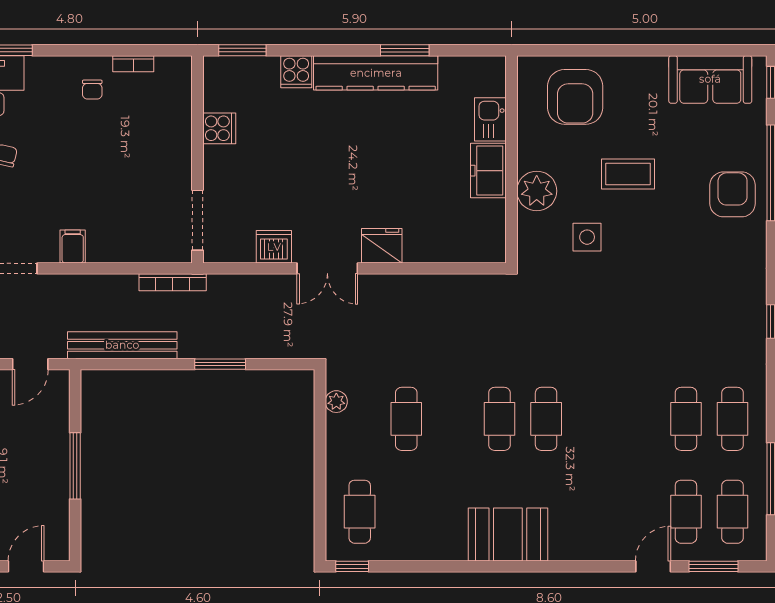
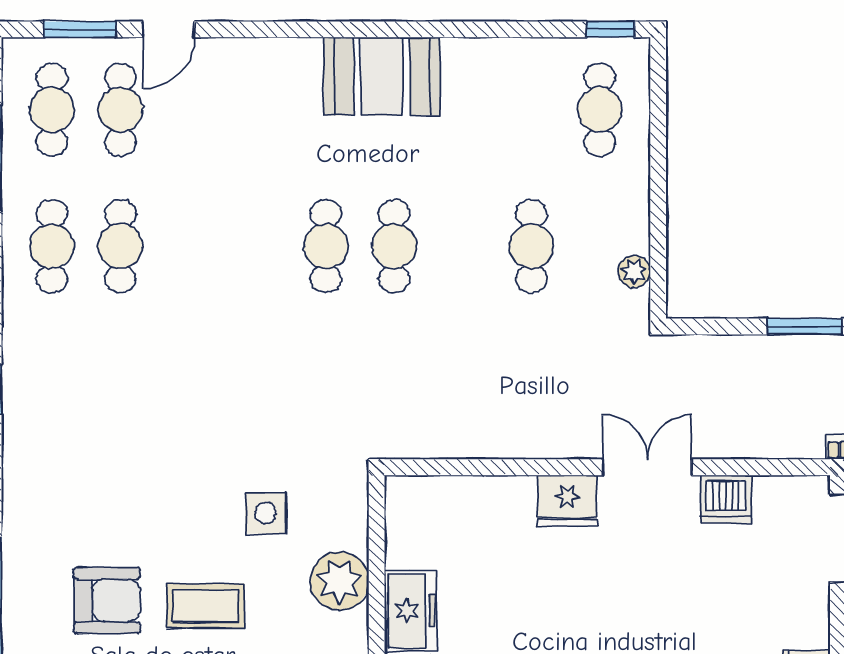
armchair: (733, 194) -> (107, 601), moved, turned -90

